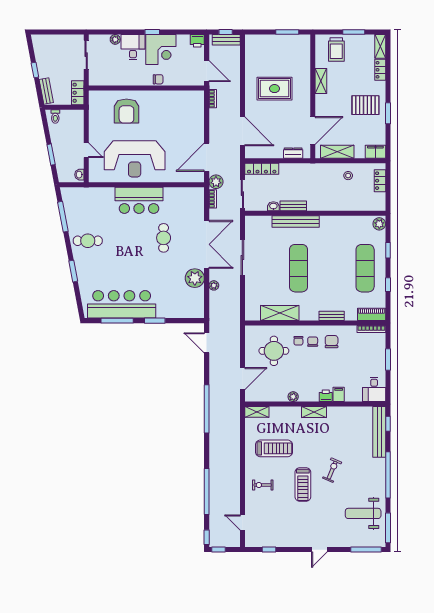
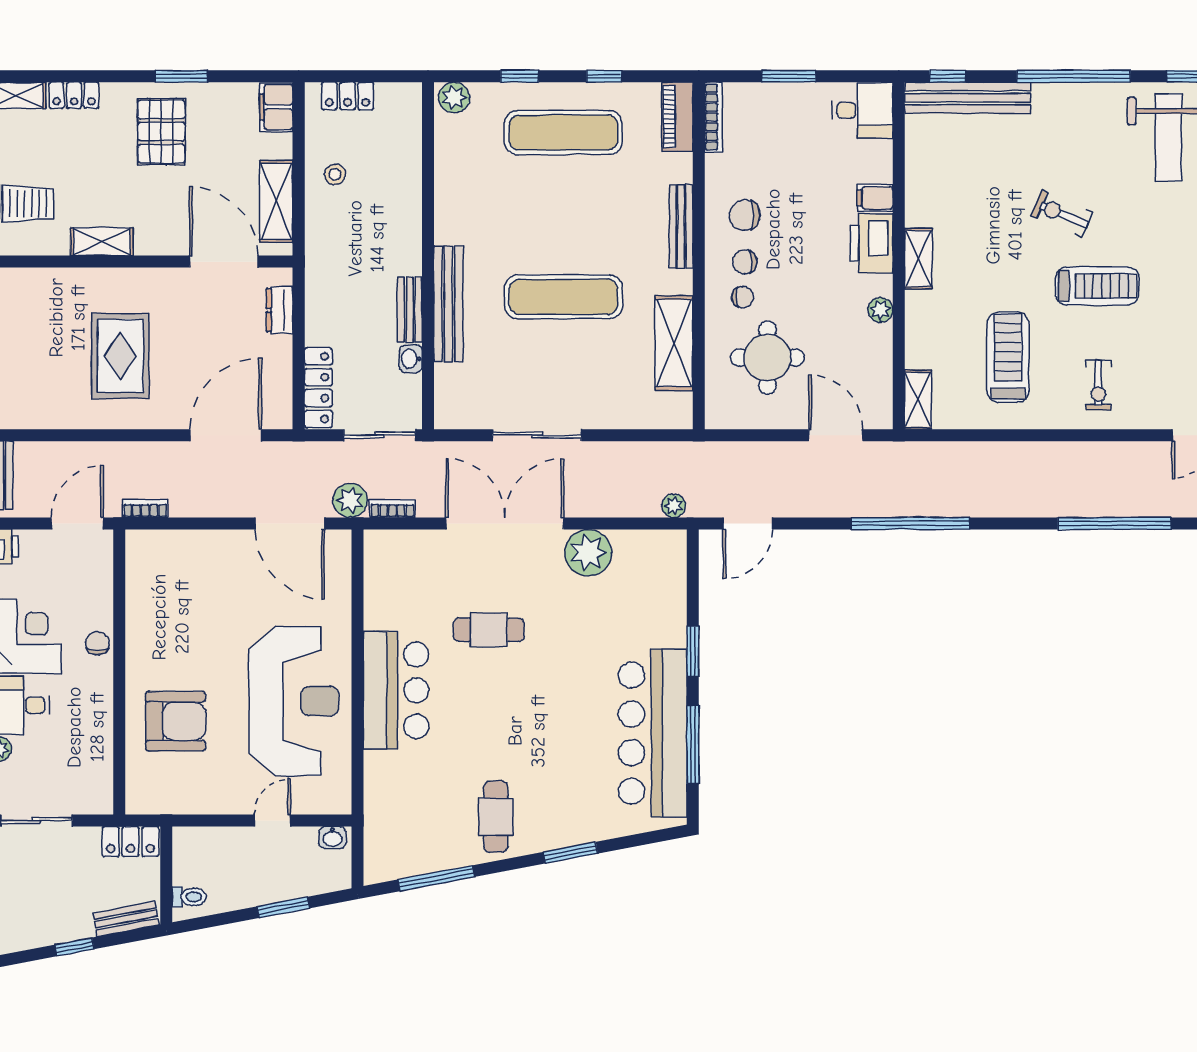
plant: (214, 285) -> (674, 506), moved
bench: (332, 316) -> (681, 226), width x1.36
printer: (326, 396) -> (872, 243), width x1.87, depth x1.48

